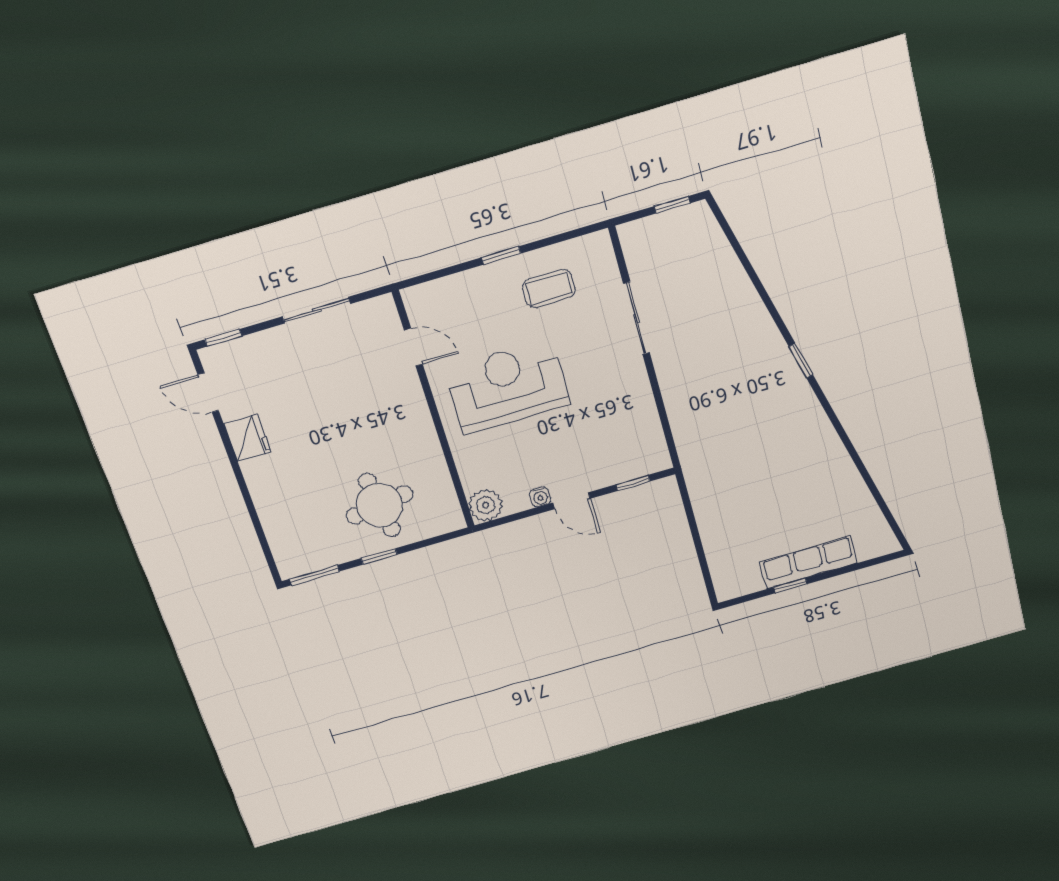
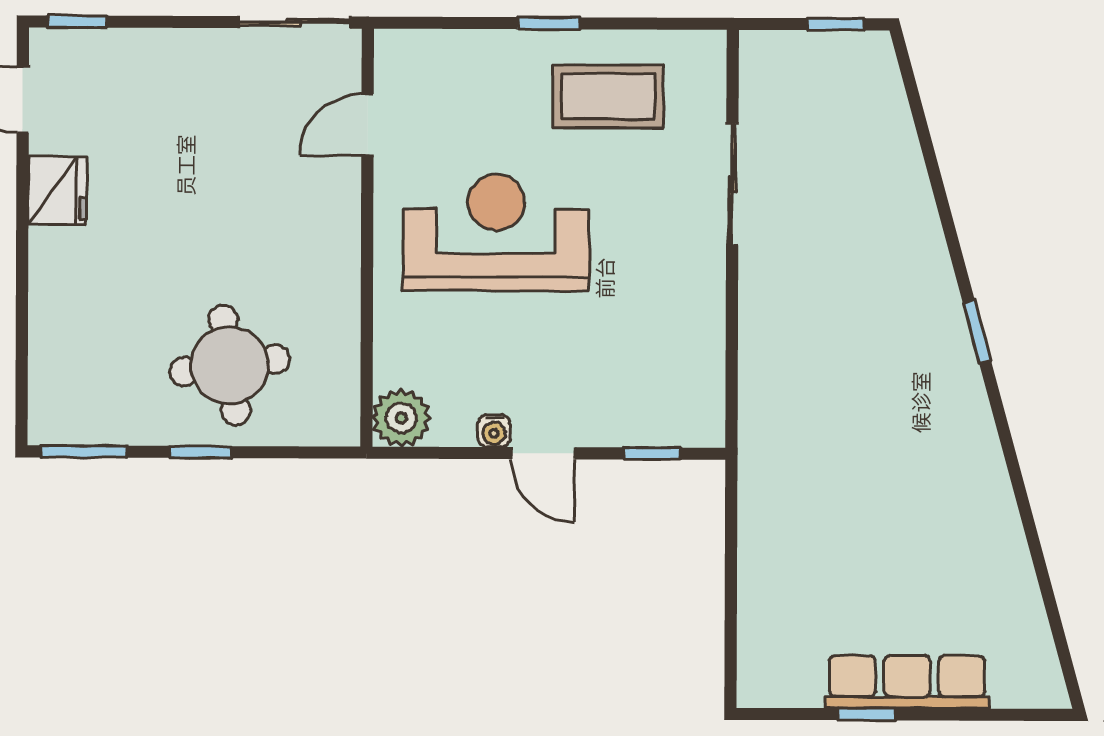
coffee table: (549, 288) -> (608, 96), width x1.36, depth x1.30
sliding door: (316, 310) -> (294, 22), moved
door: (413, 347) -> (368, 125), swing flipped

